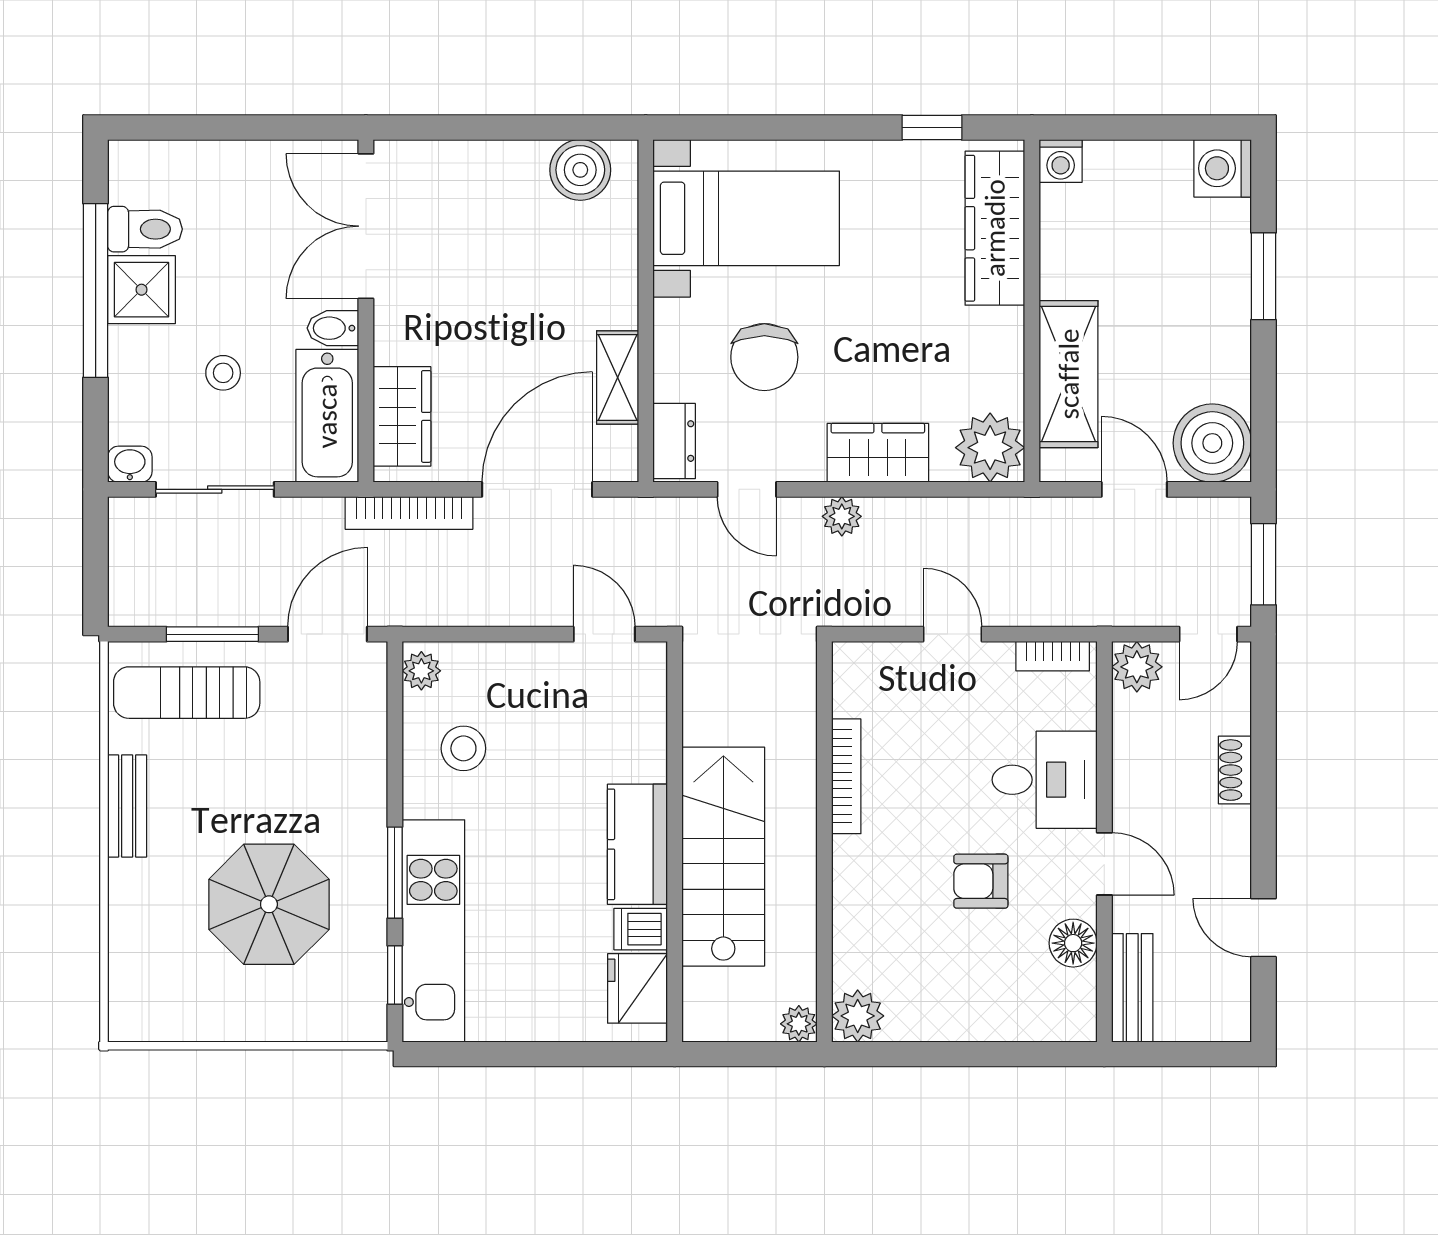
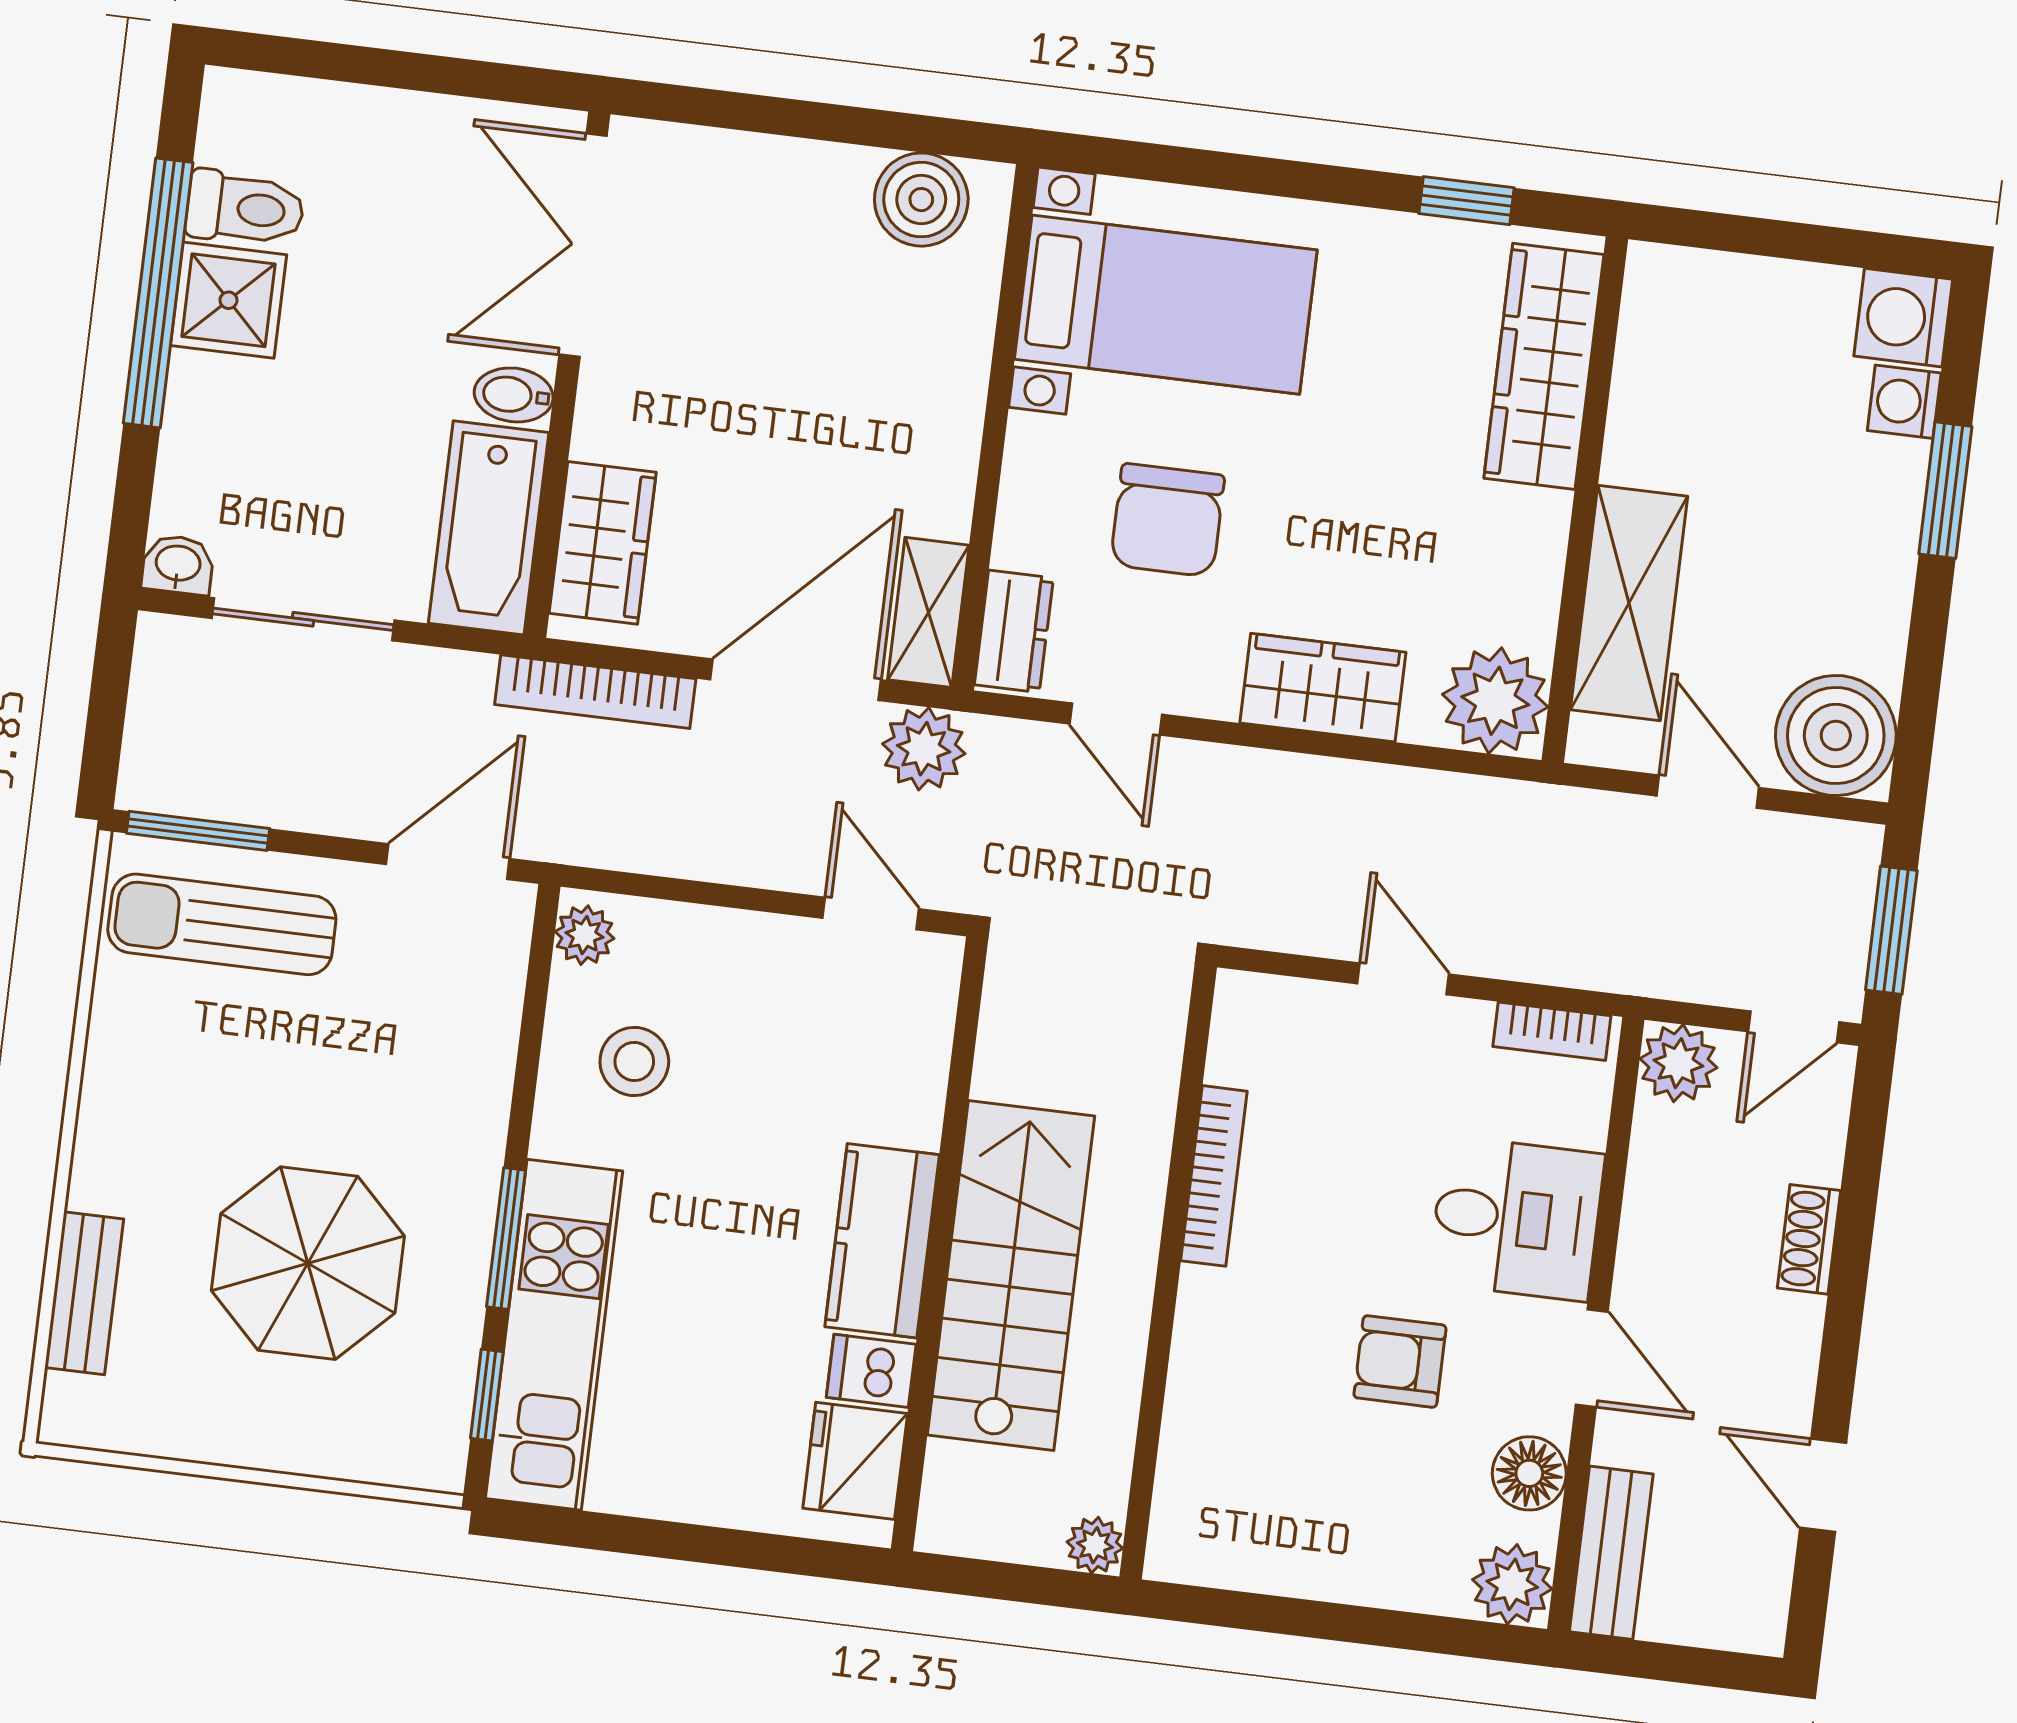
washing machine: (1061, 161) -> (1904, 402), moved, turned 90
stool: (223, 373) -> (338, 443), removed
shelving: (618, 377) -> (928, 612), moved
plant: (842, 516) -> (924, 749), moved, width x1.38, depth x1.38
window: (212, 634) -> (198, 831), moved
bench: (127, 806) -> (84, 1293), moved
plant: (858, 1016) -> (1512, 1584), moved

